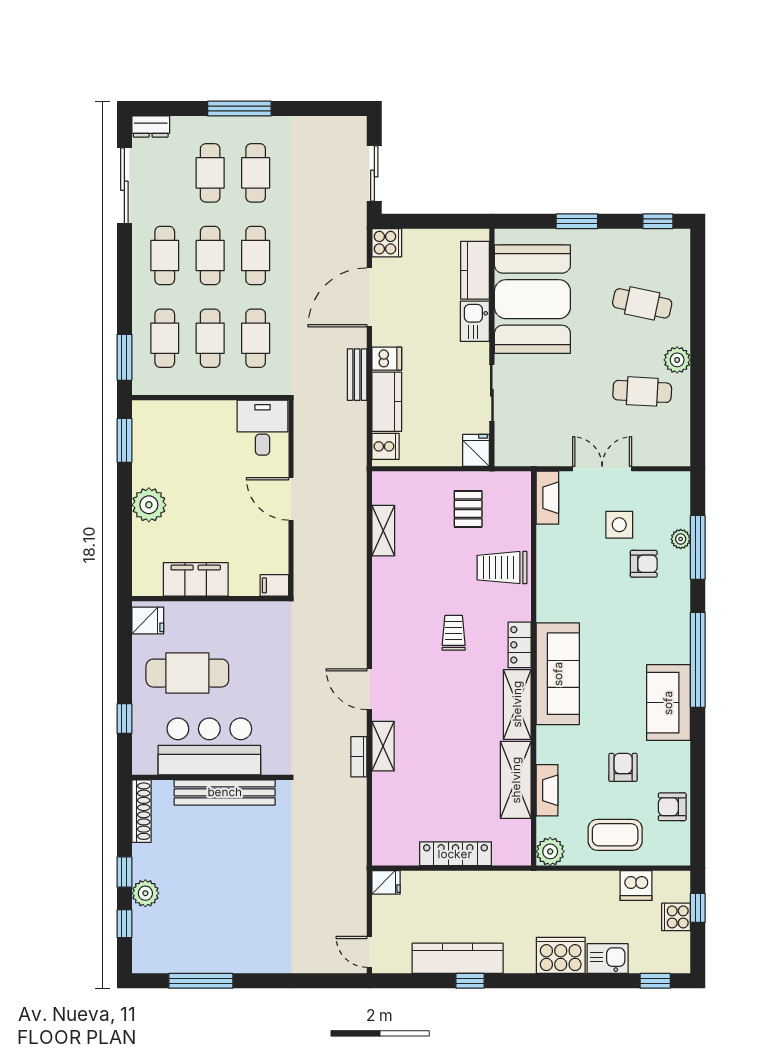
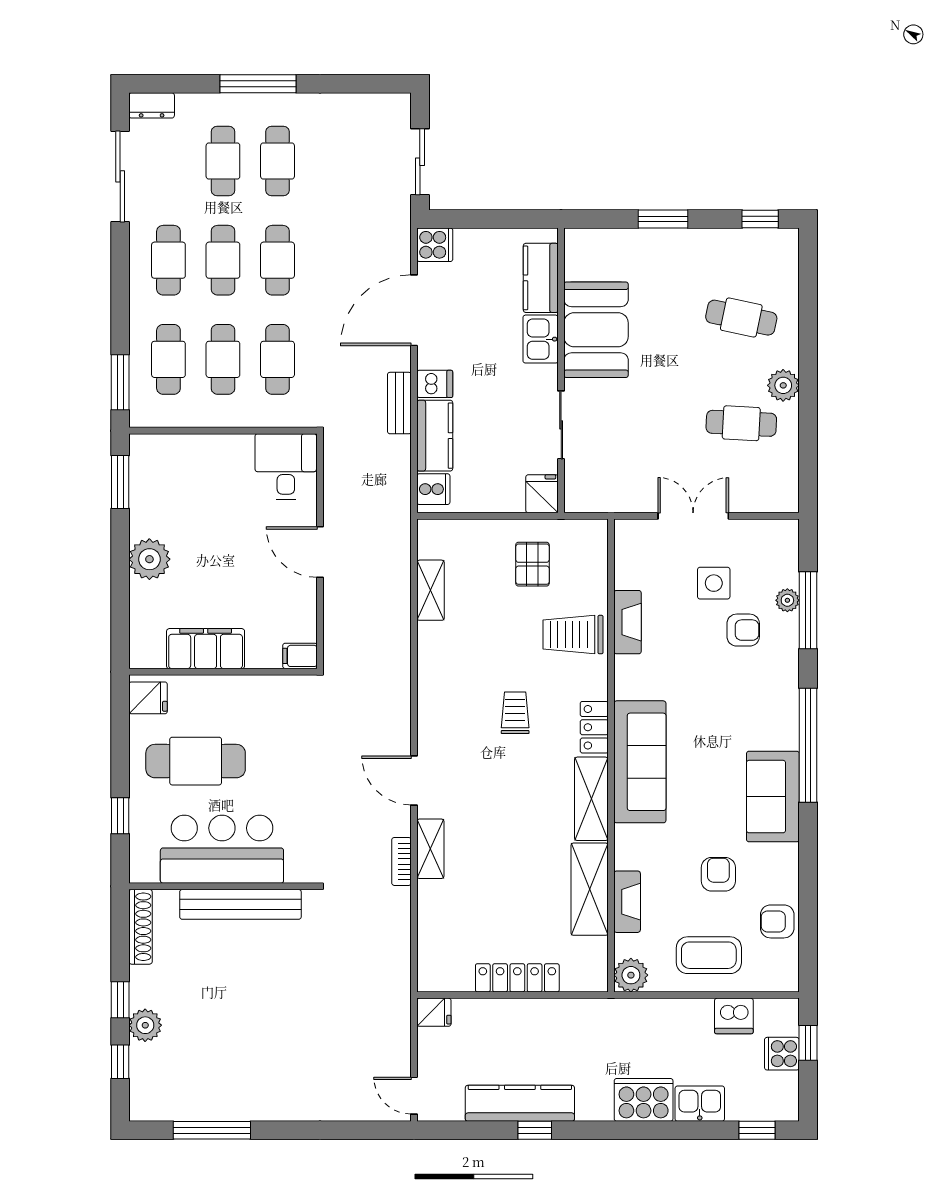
booth: (532, 299) -> (596, 330), width x0.73, depth x0.70
fireplace: (547, 498) -> (628, 622), moved

